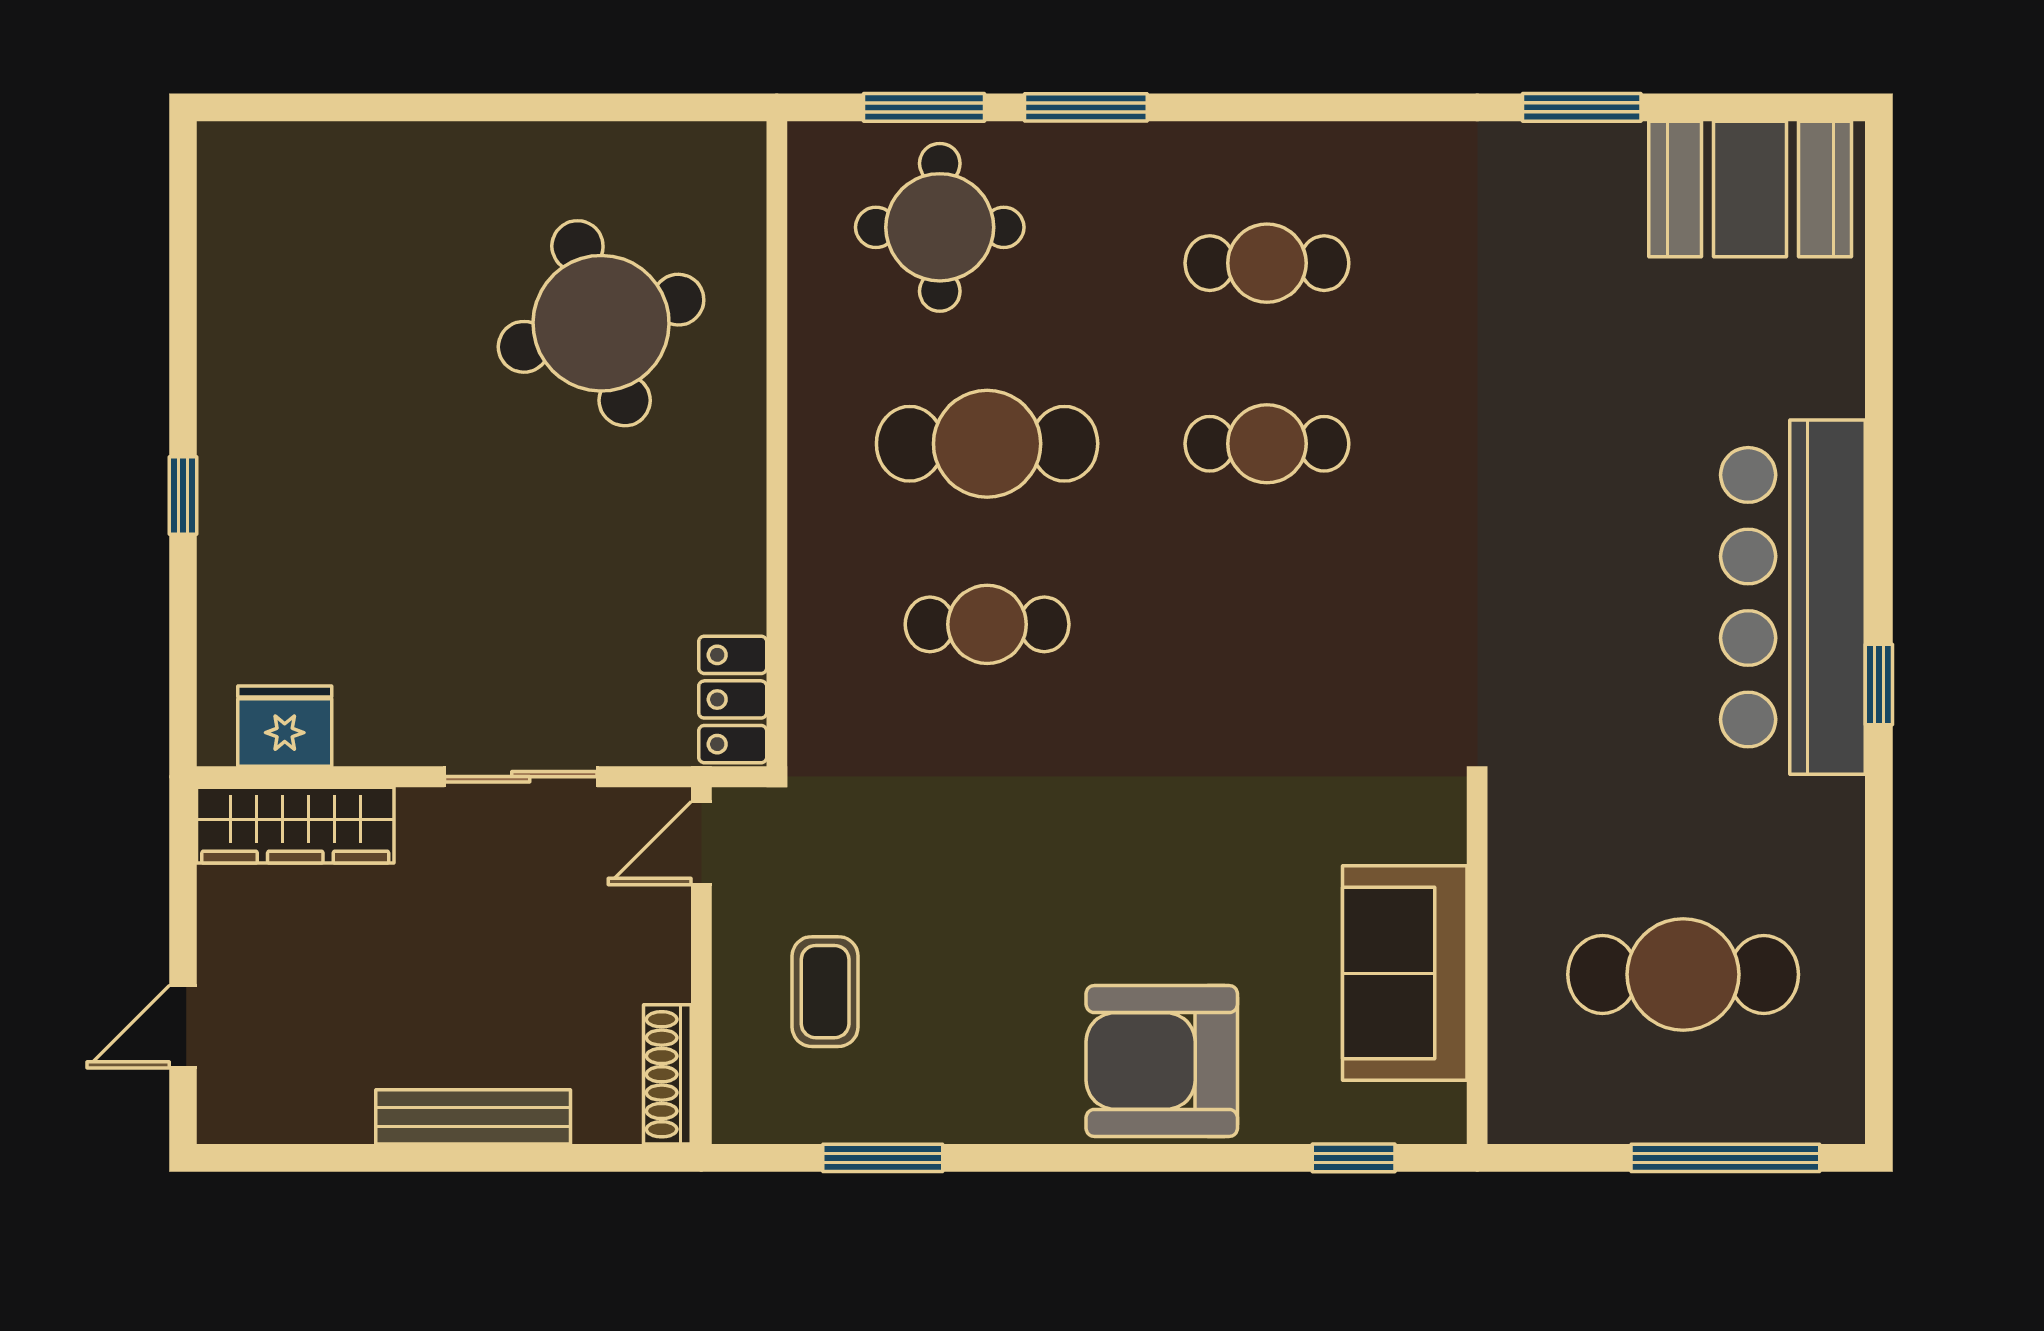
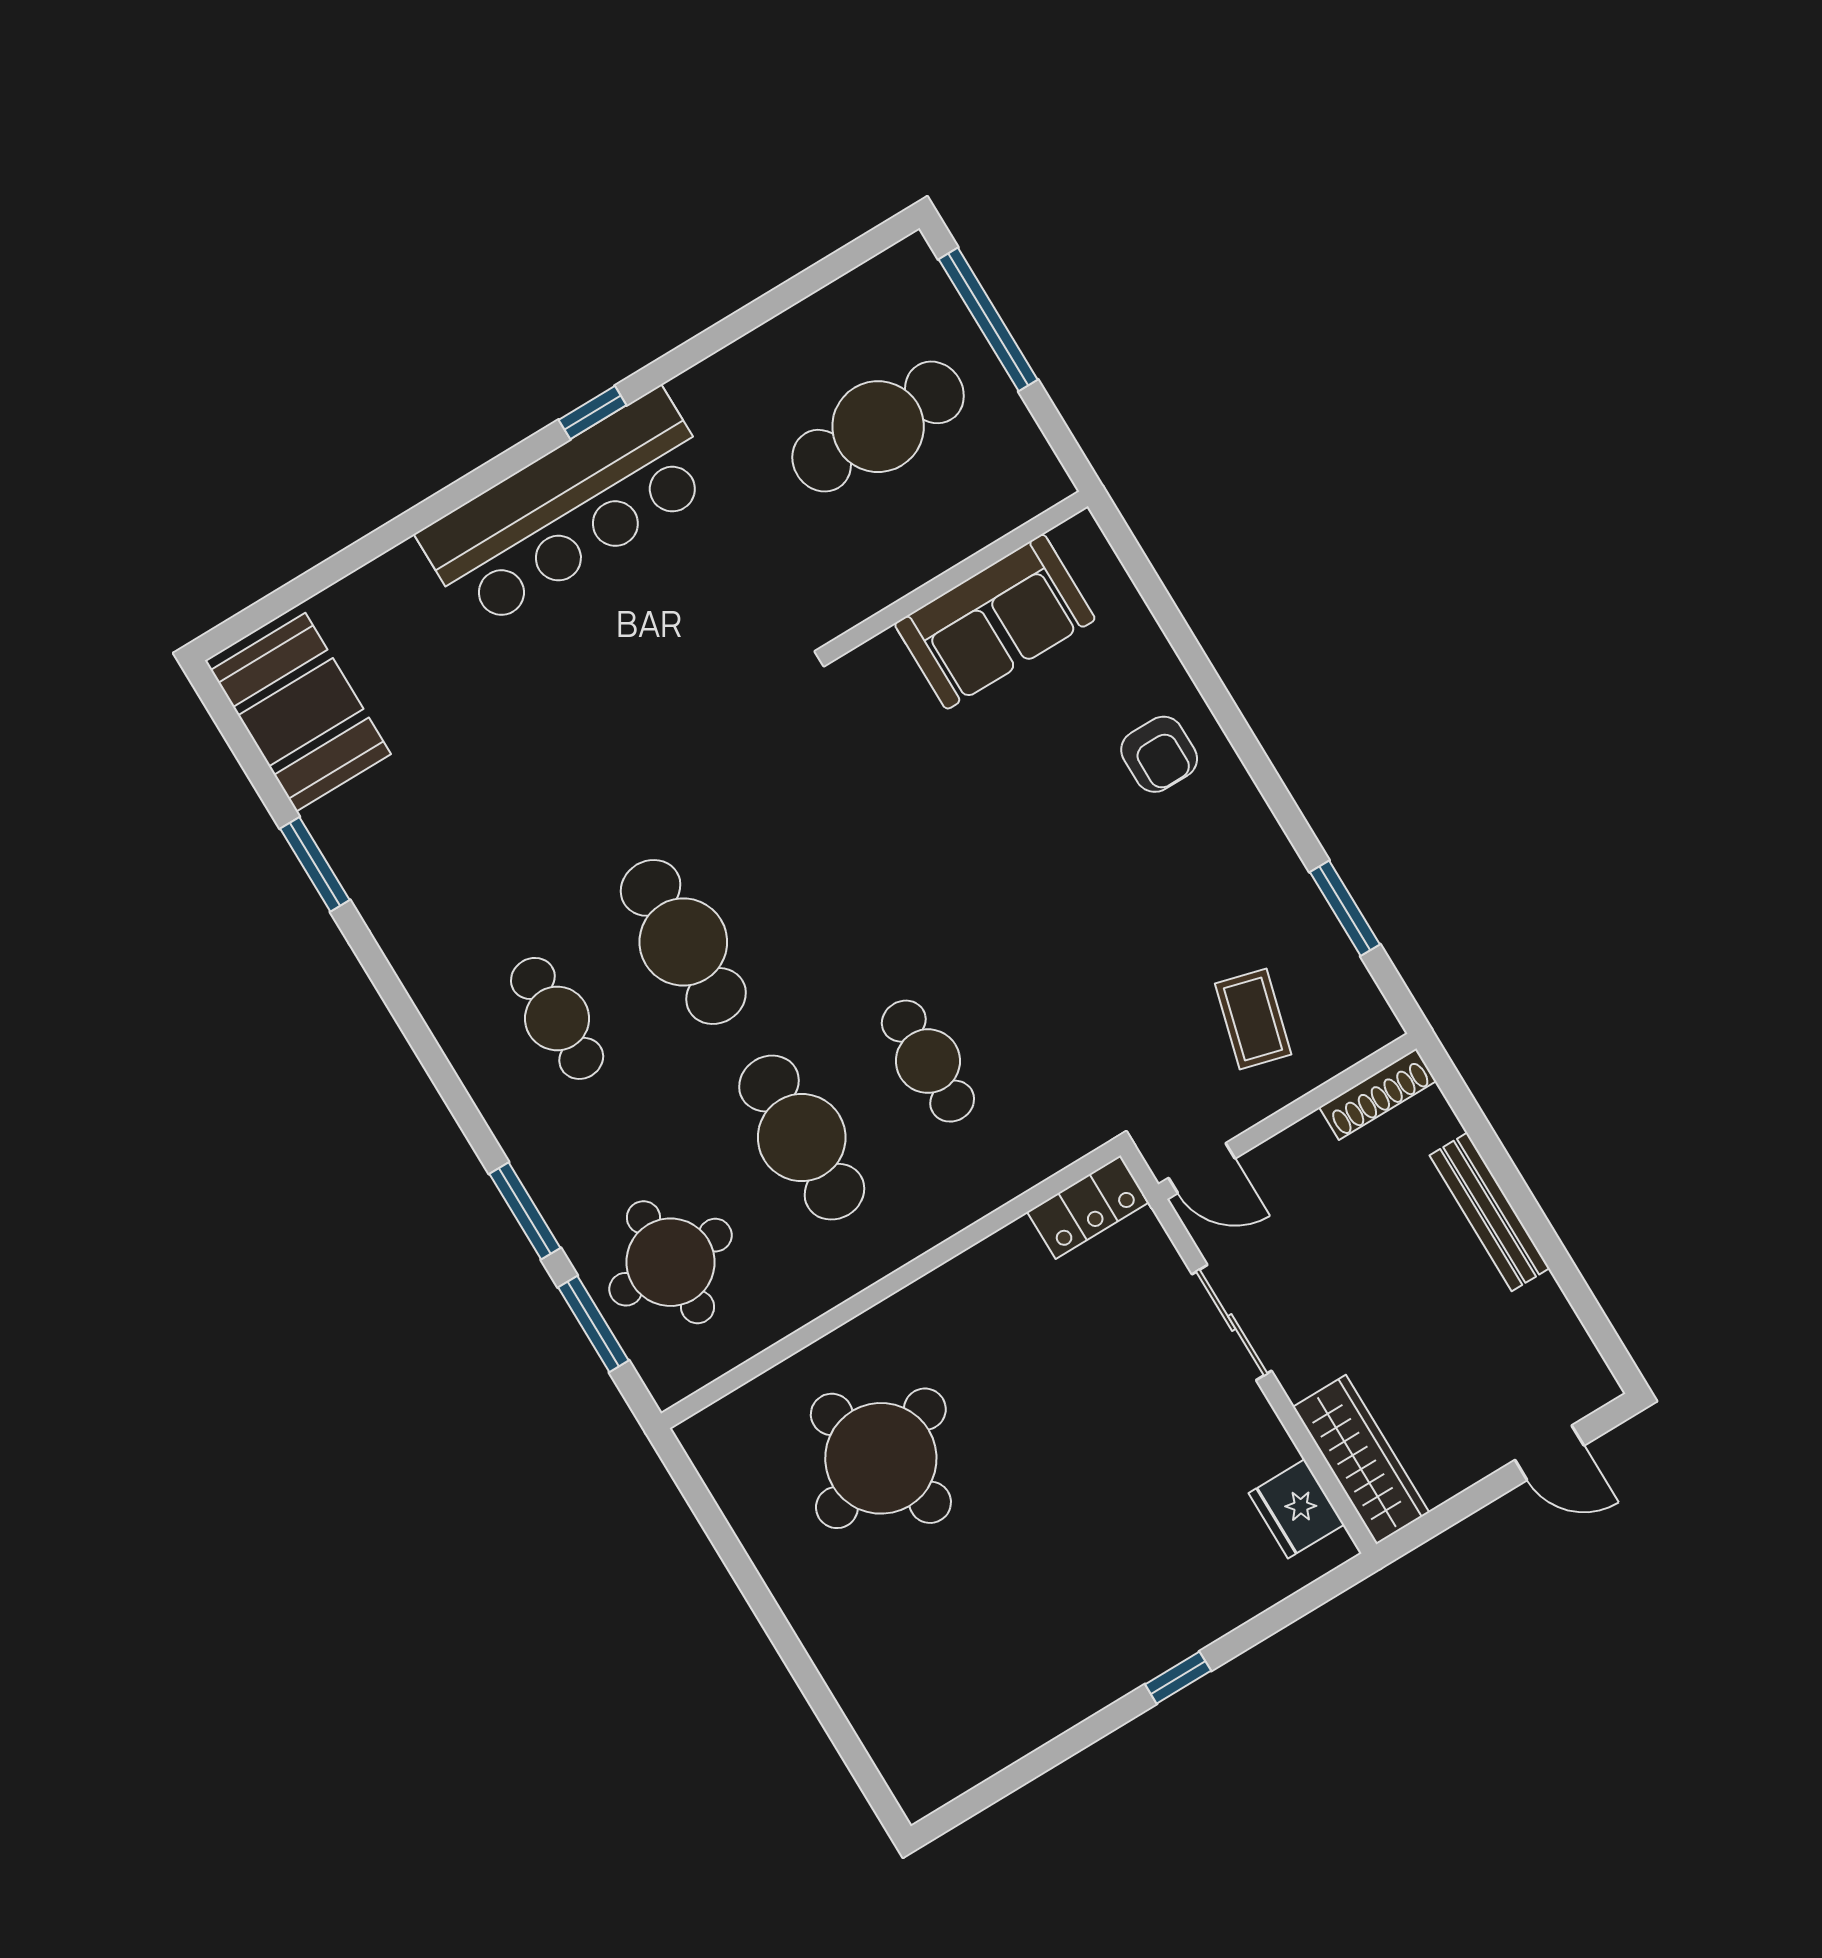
cafe table: (1267, 444) -> (683, 942), width x1.37, depth x1.35
cafe table: (1683, 974) -> (878, 427), turned 90
coffee table: (825, 992) -> (1253, 1019), turned -75
armchair: (1162, 1061) -> (1159, 754), width x0.53, depth x0.53
window: (1354, 1158) -> (1146, 579), removed

